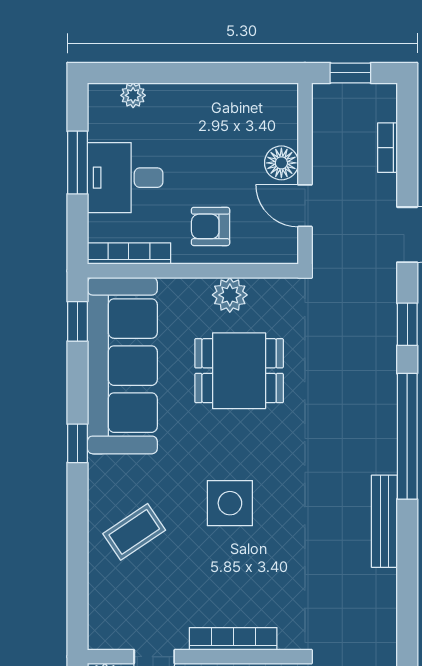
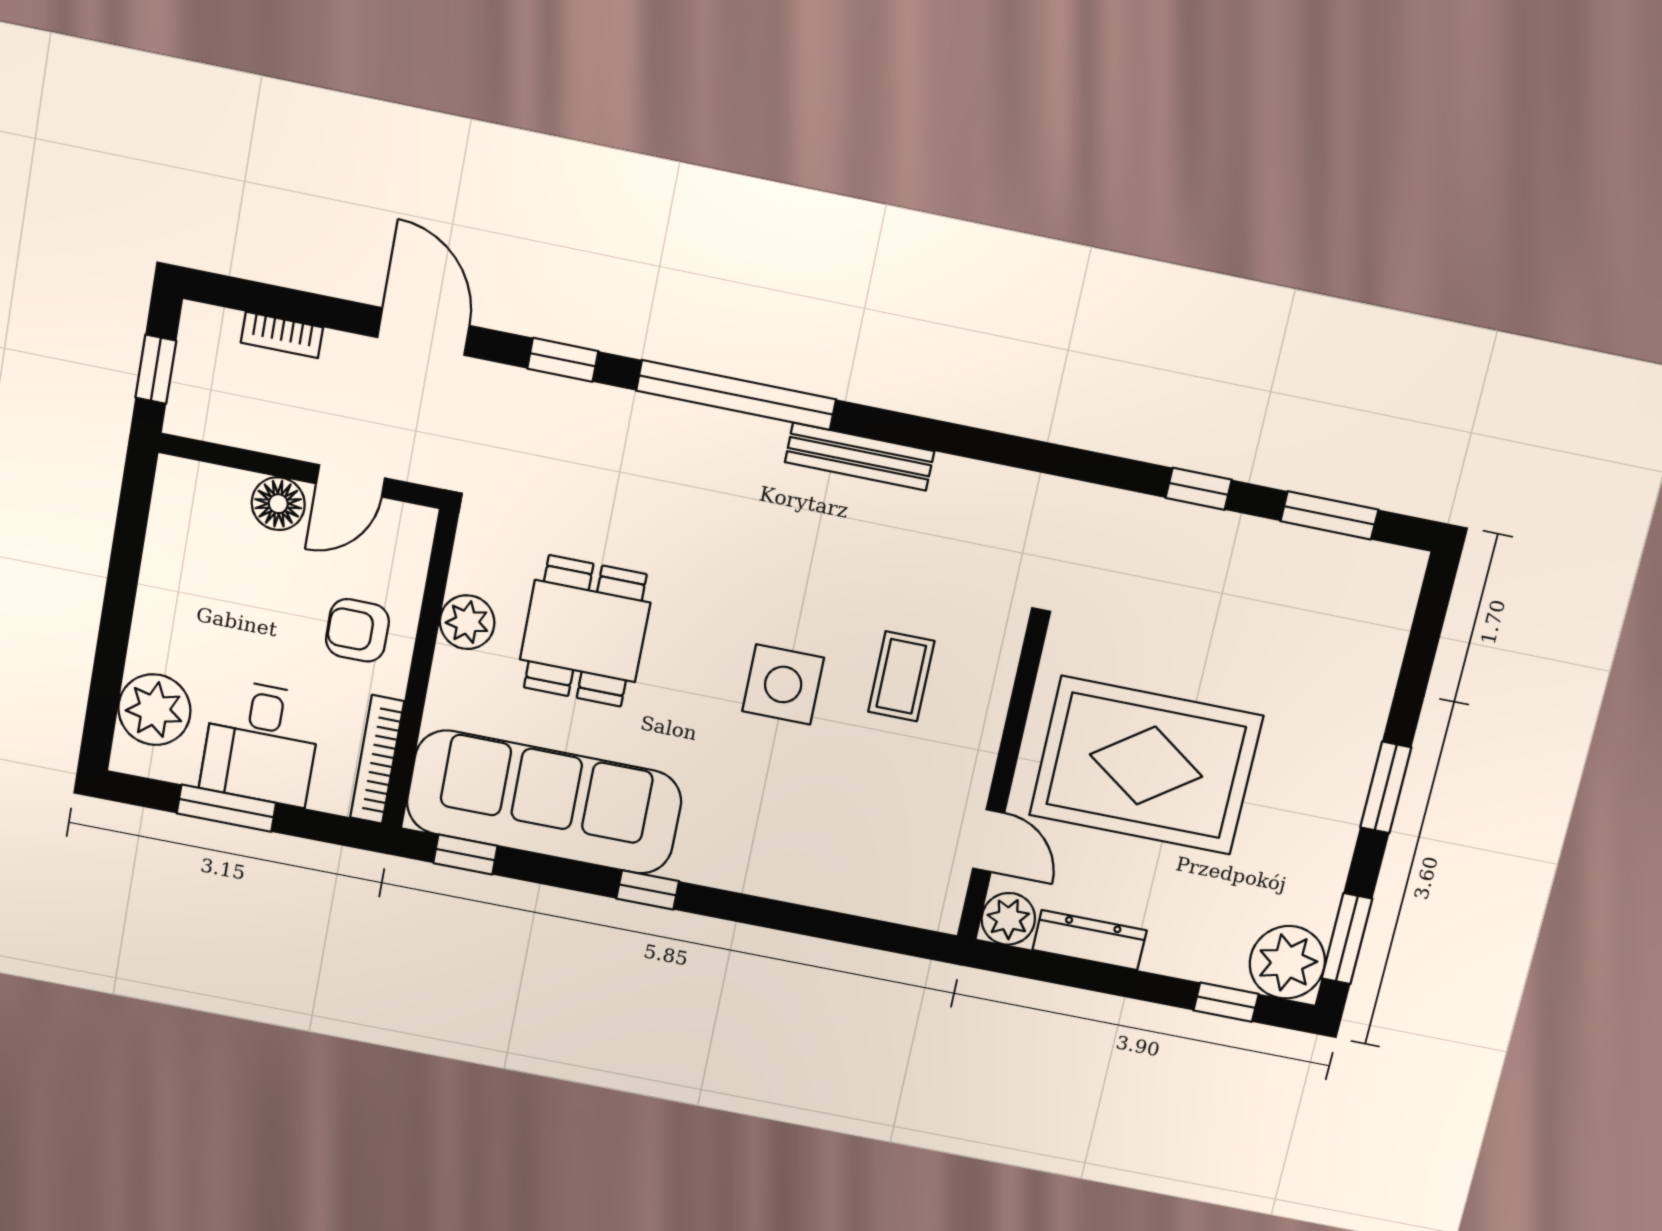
plant: (133, 95) -> (154, 710), width x1.88, depth x1.88
armchair: (211, 226) -> (357, 630), turned 90
coffee table: (134, 532) -> (901, 676), moved, turned 34
bookcase: (233, 639) -> (988, 720), removed

